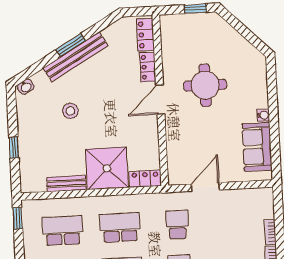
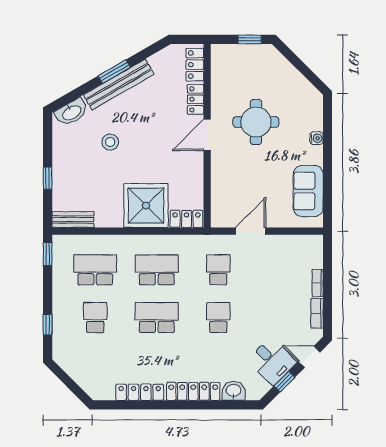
washbasin: (26, 87) -> (71, 112), width x1.91, depth x1.45
water cooler: (263, 115) -> (317, 138), moved
bench: (66, 183) -> (73, 220), moved

